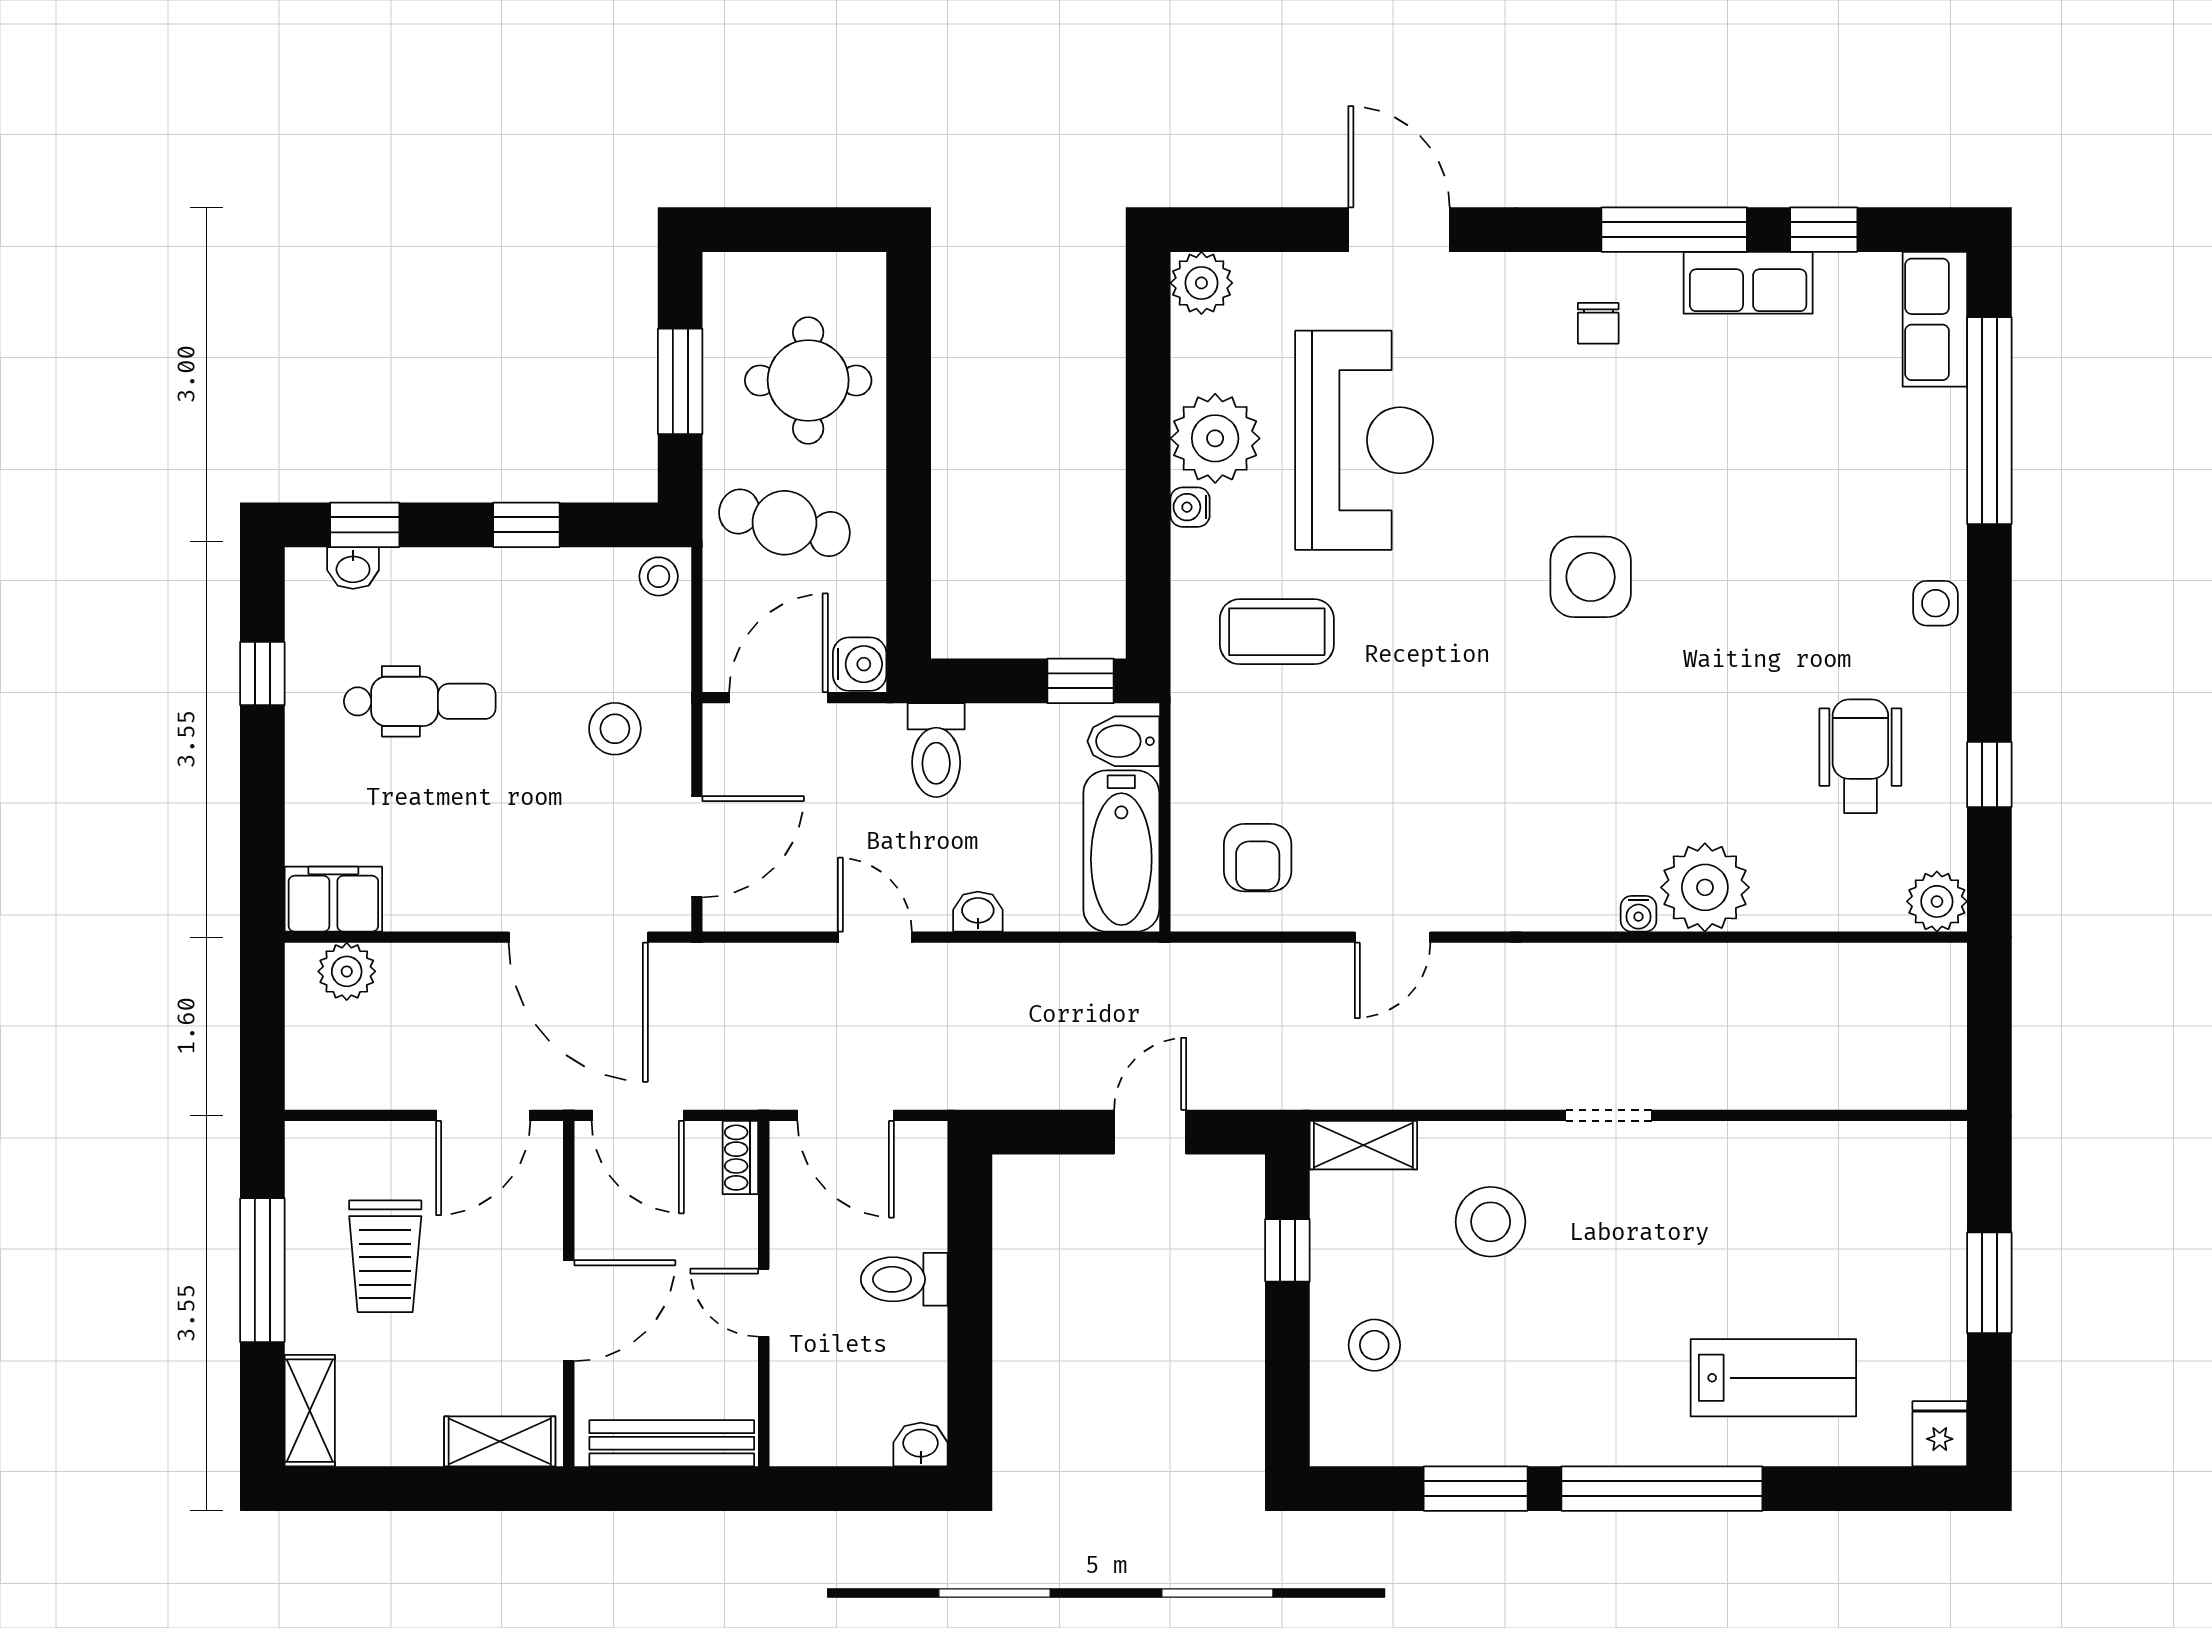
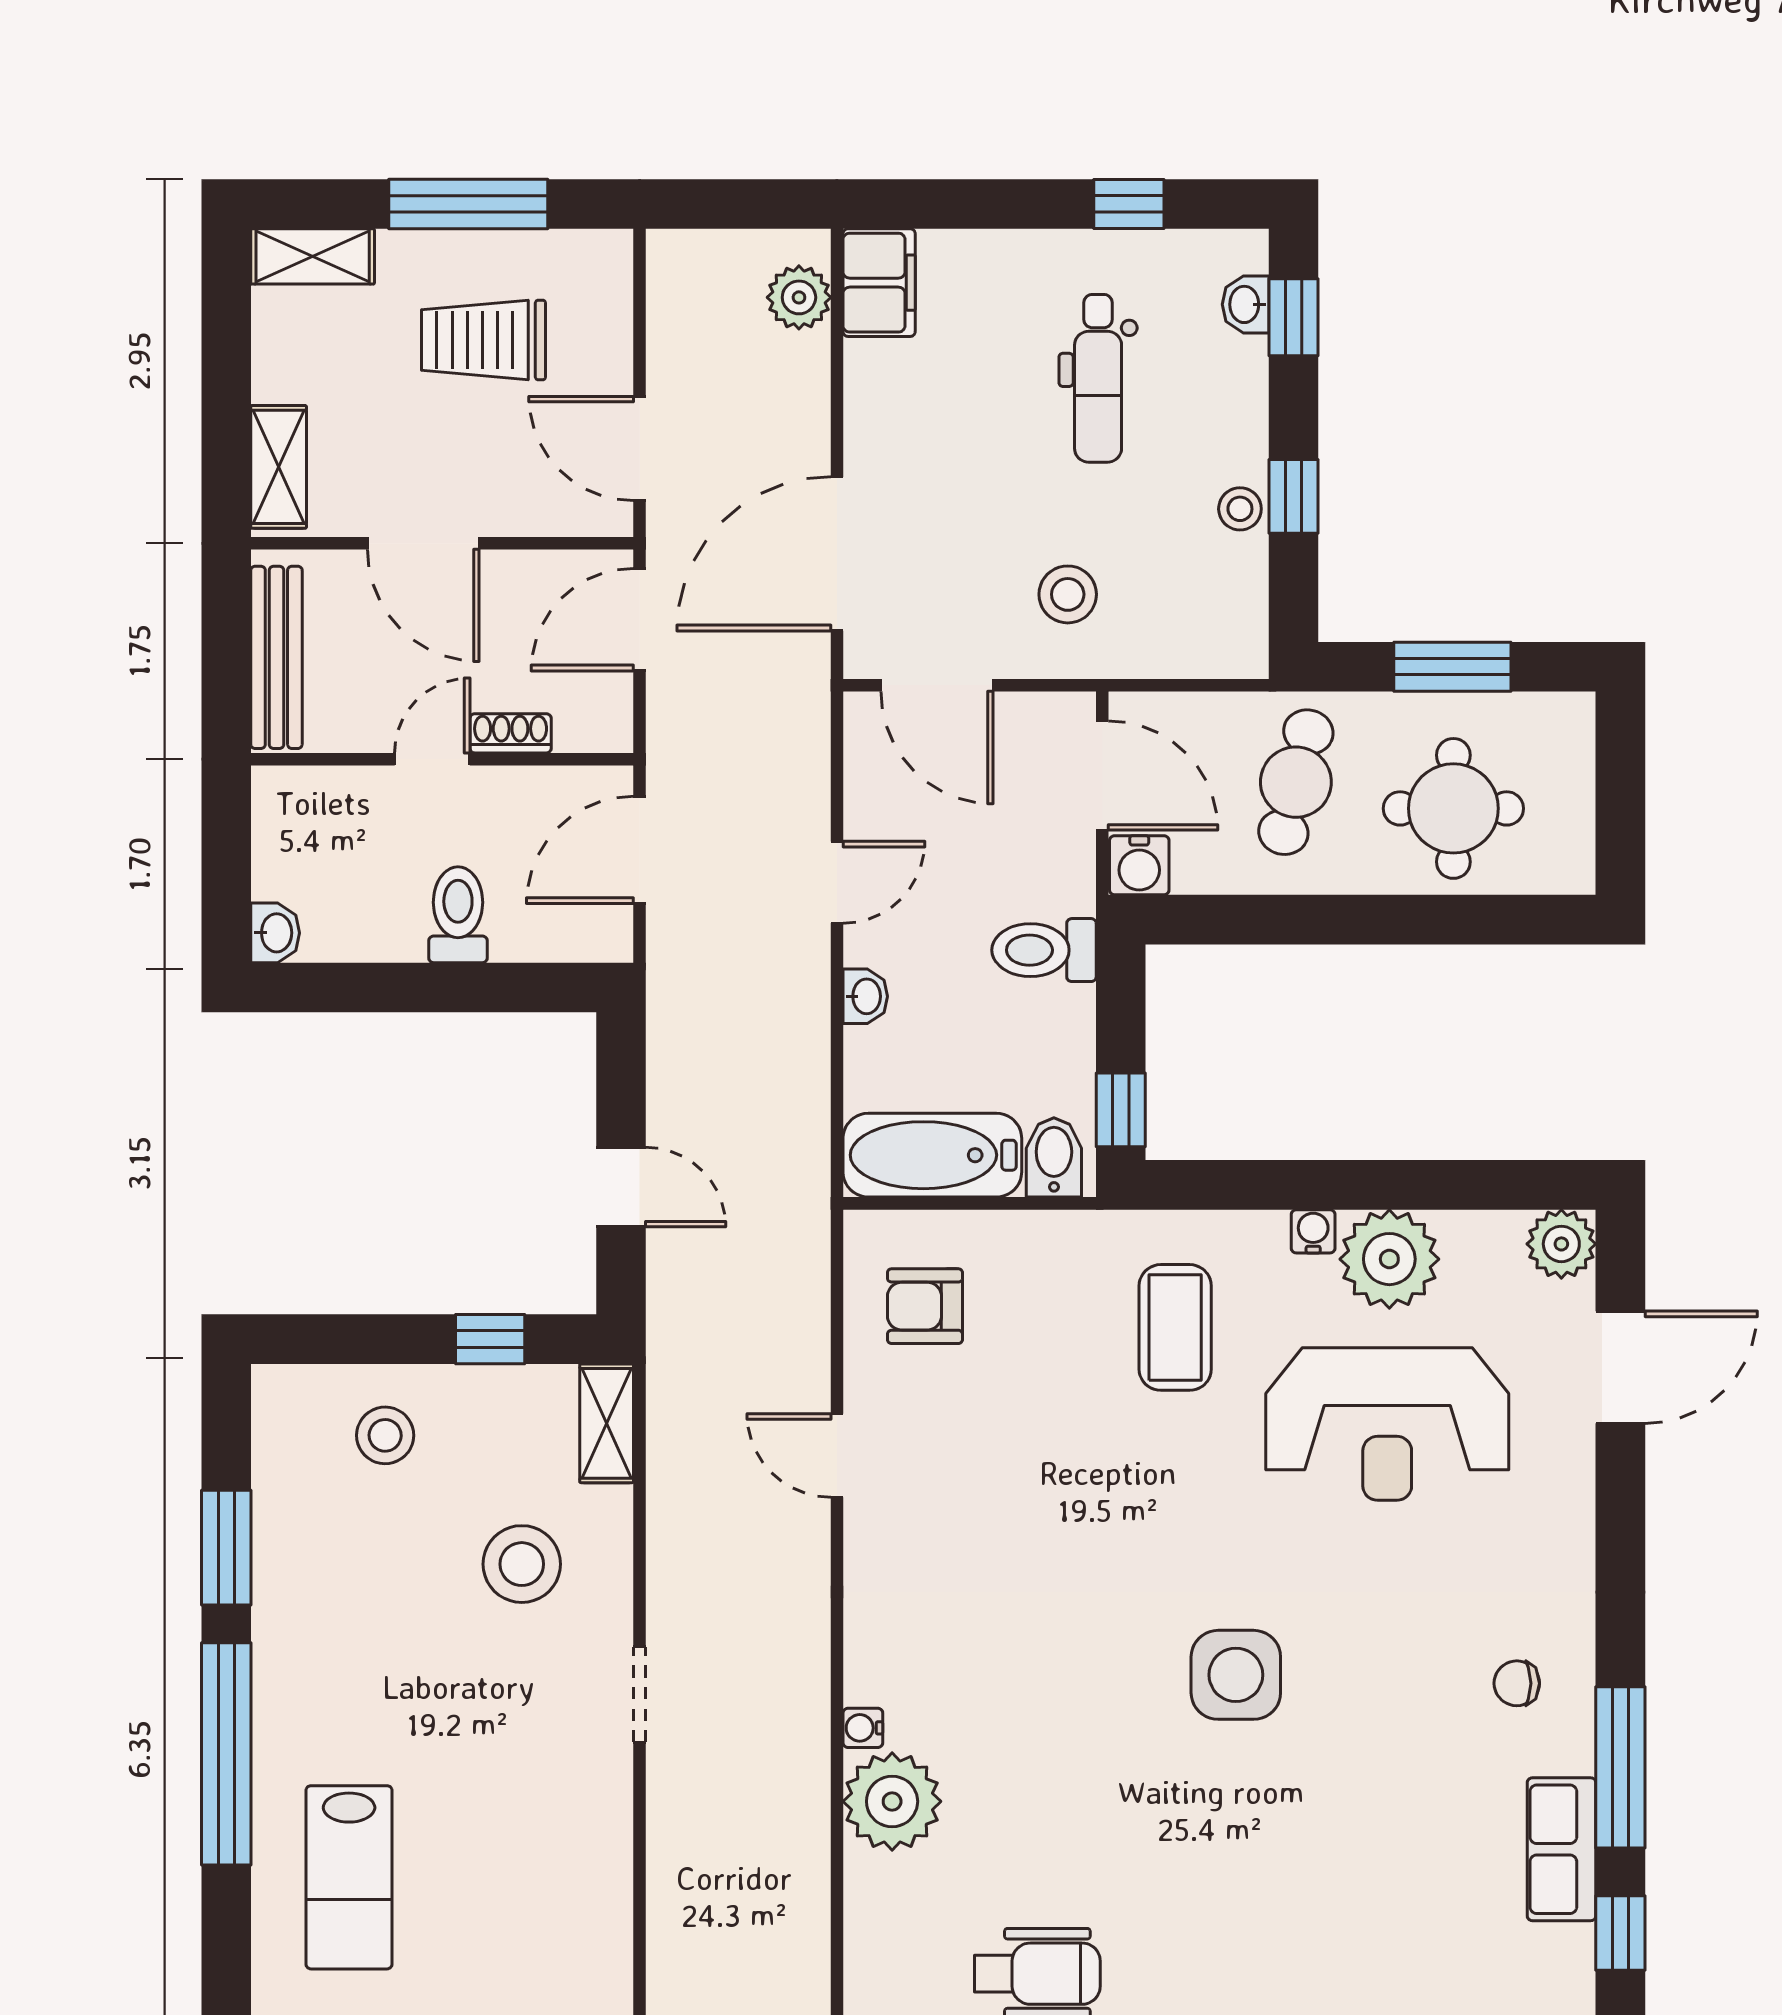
door: (1399, 230) -> (1620, 1367), moved
stool: (659, 576) -> (1240, 509), moved
shoe rack: (740, 1158) -> (511, 733), moved

